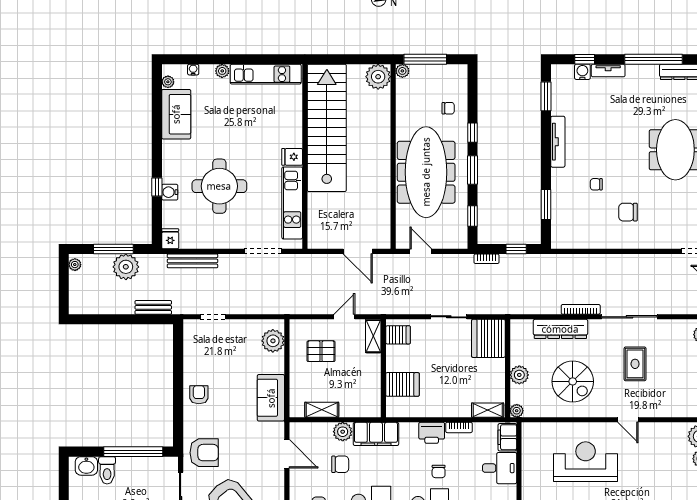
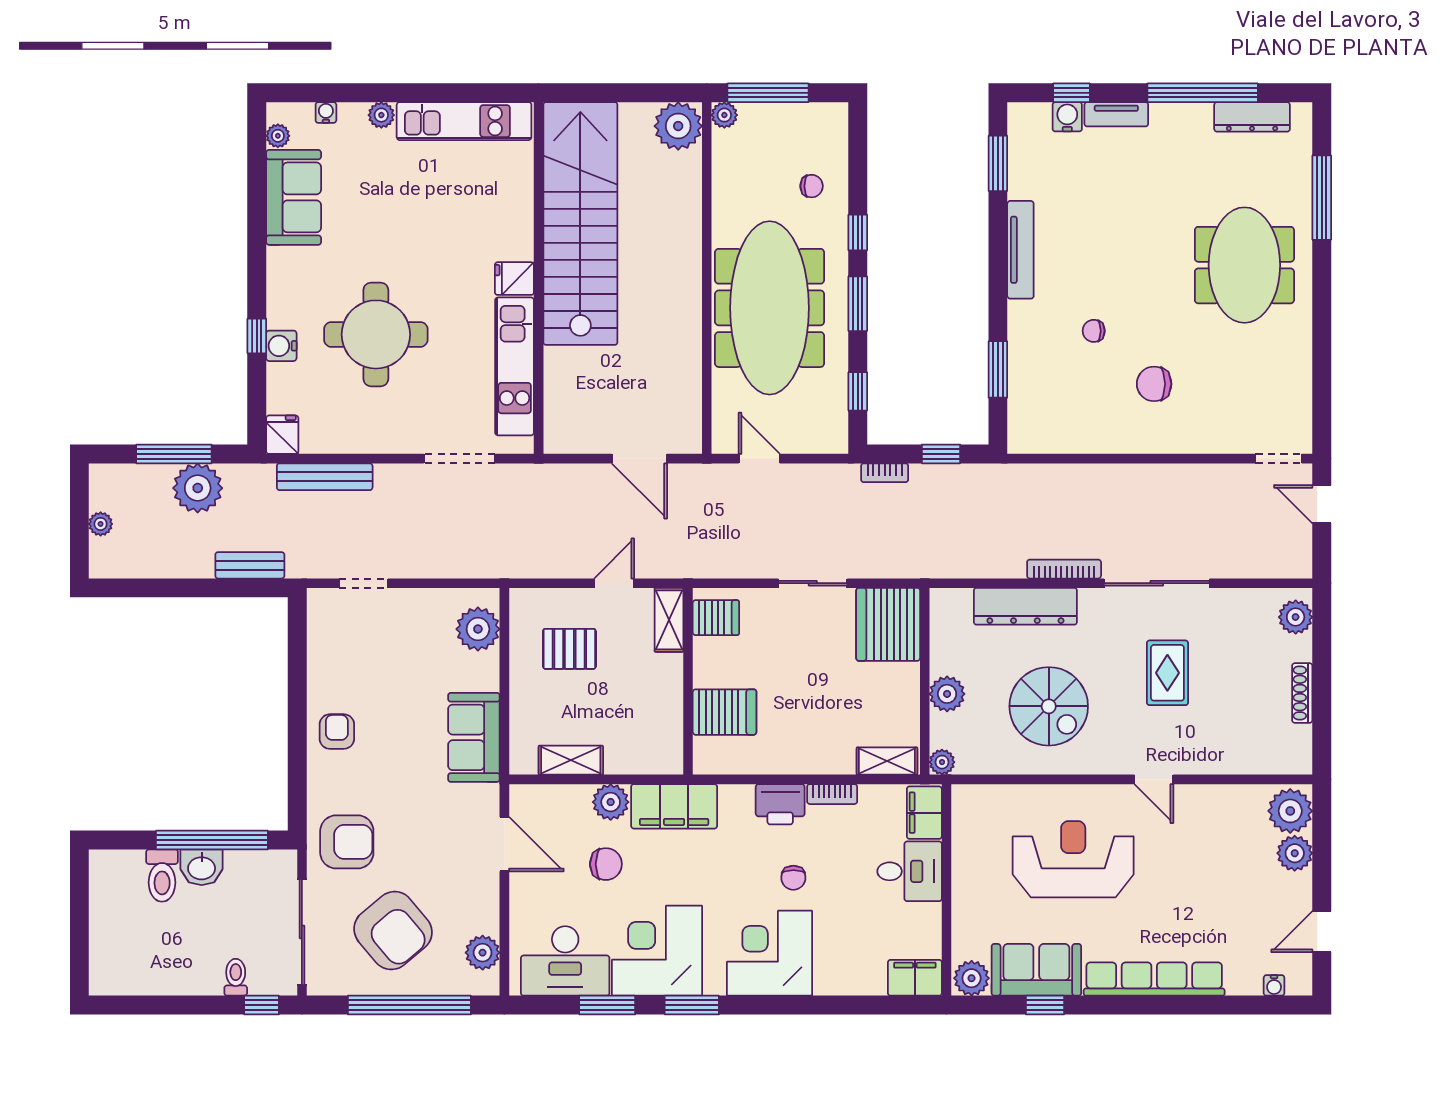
plant: (75, 265) -> (101, 524), moved
washbasin: (86, 466) -> (202, 867), moved

